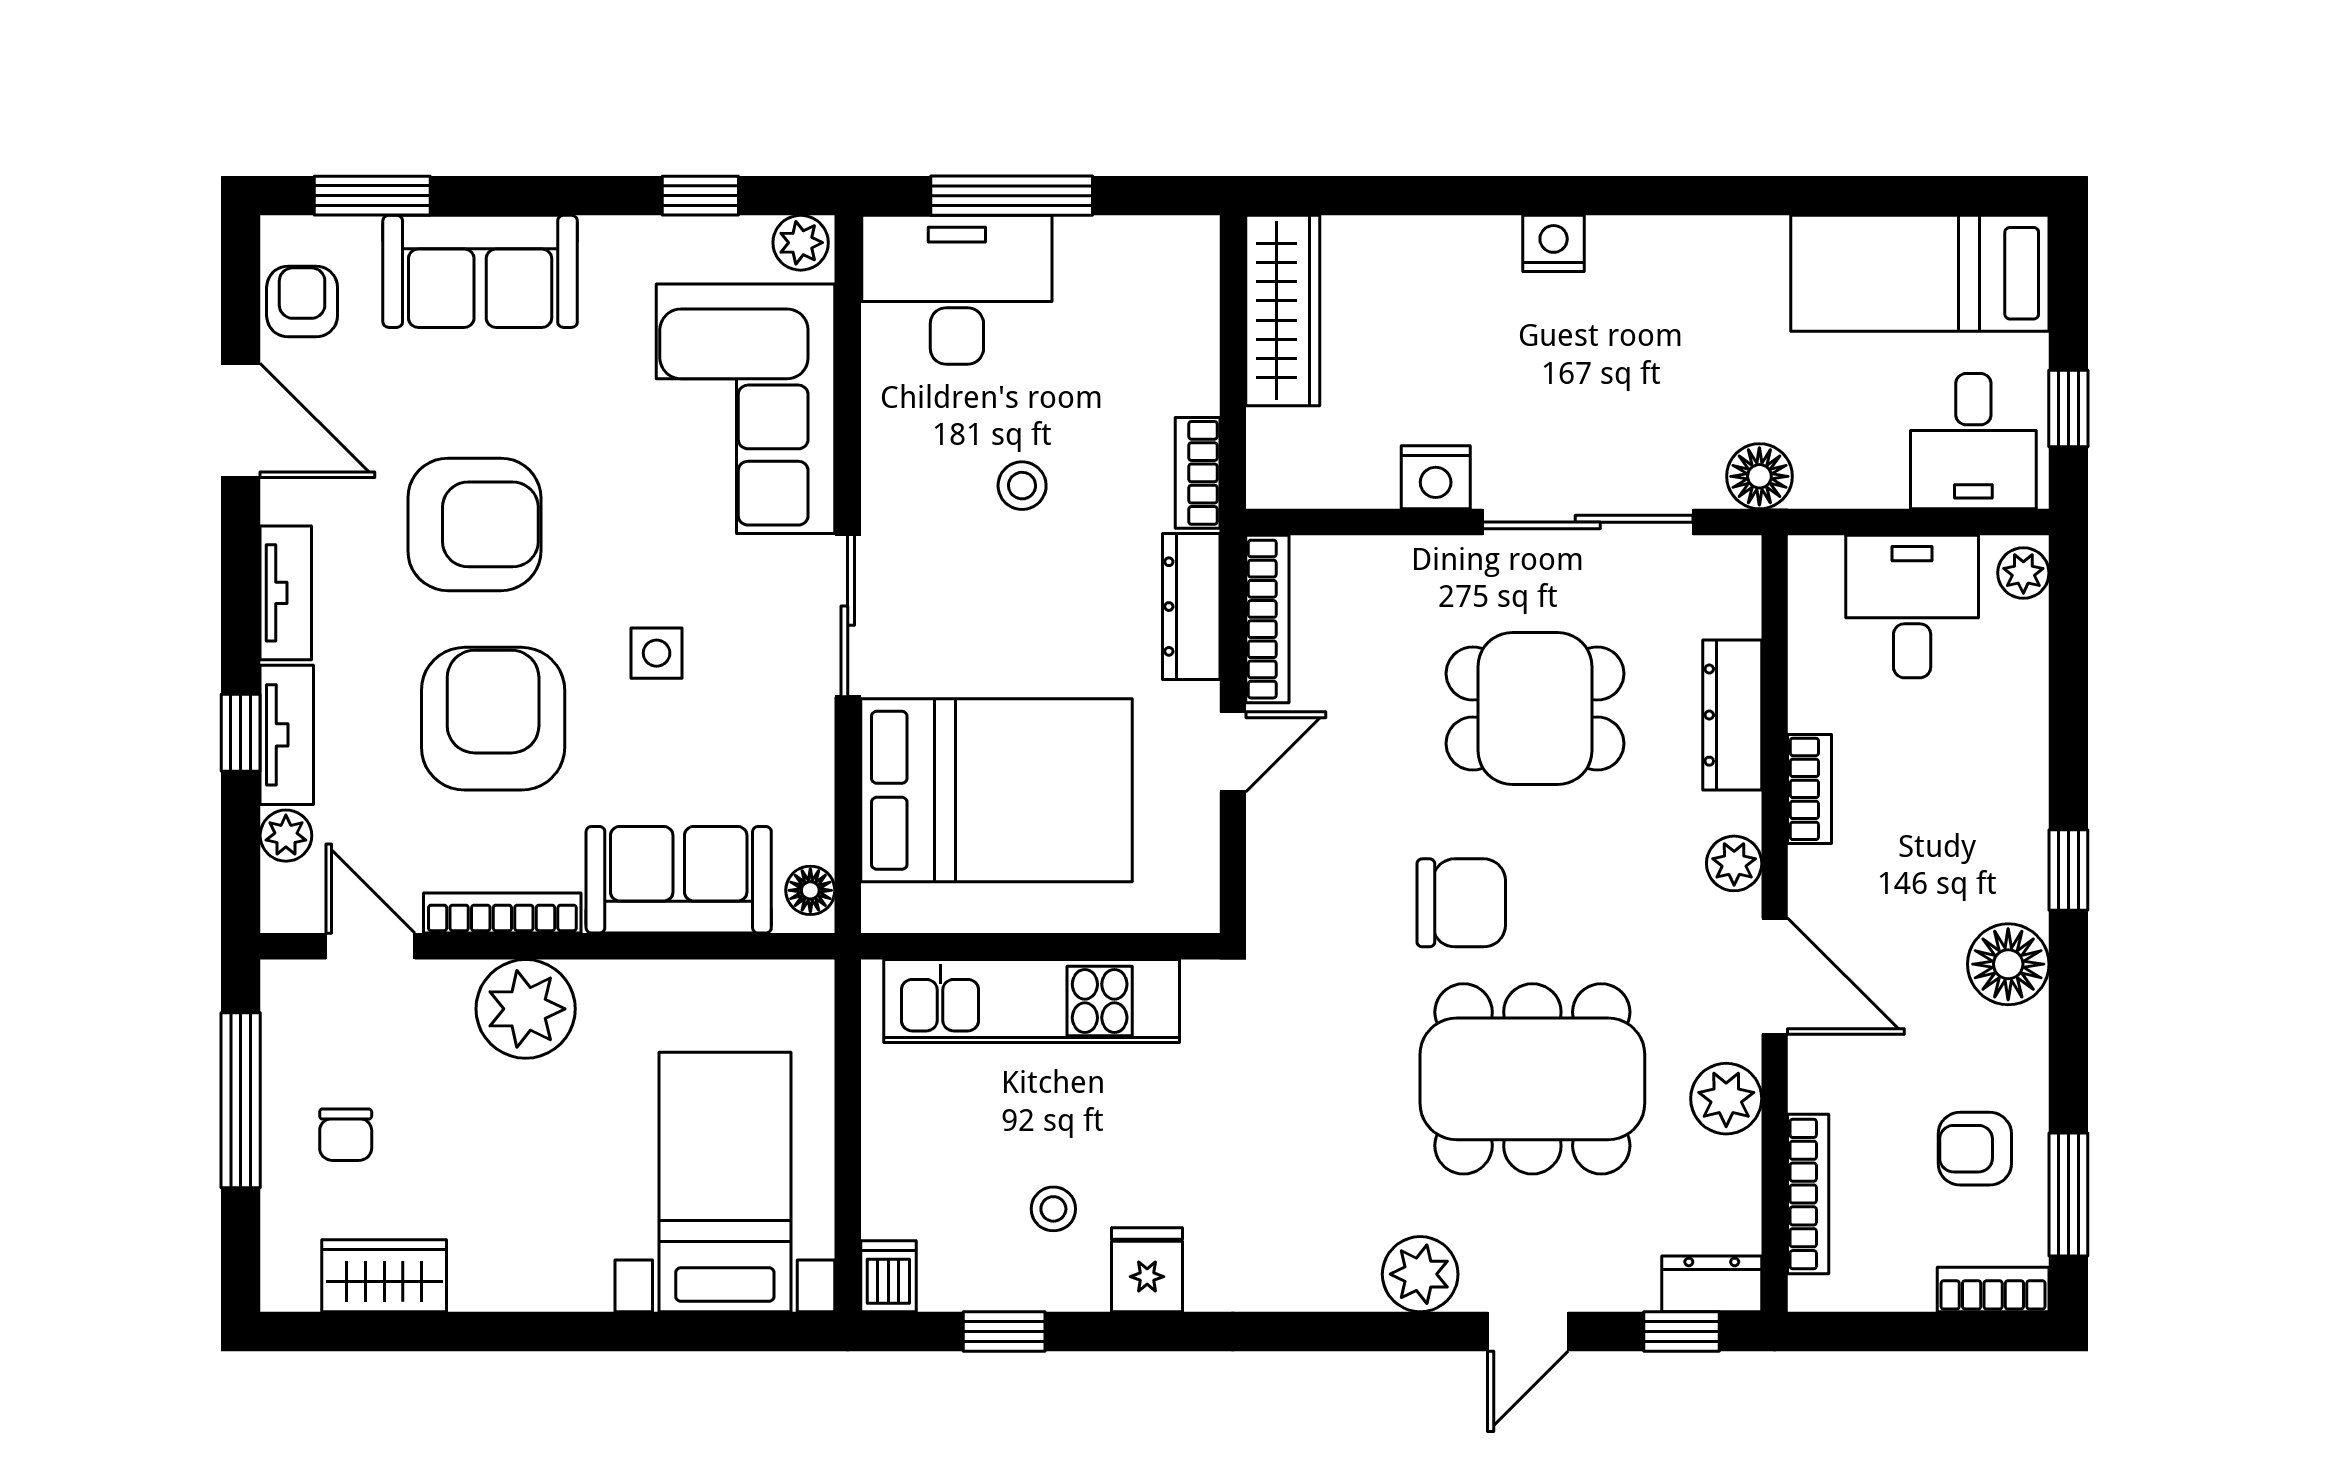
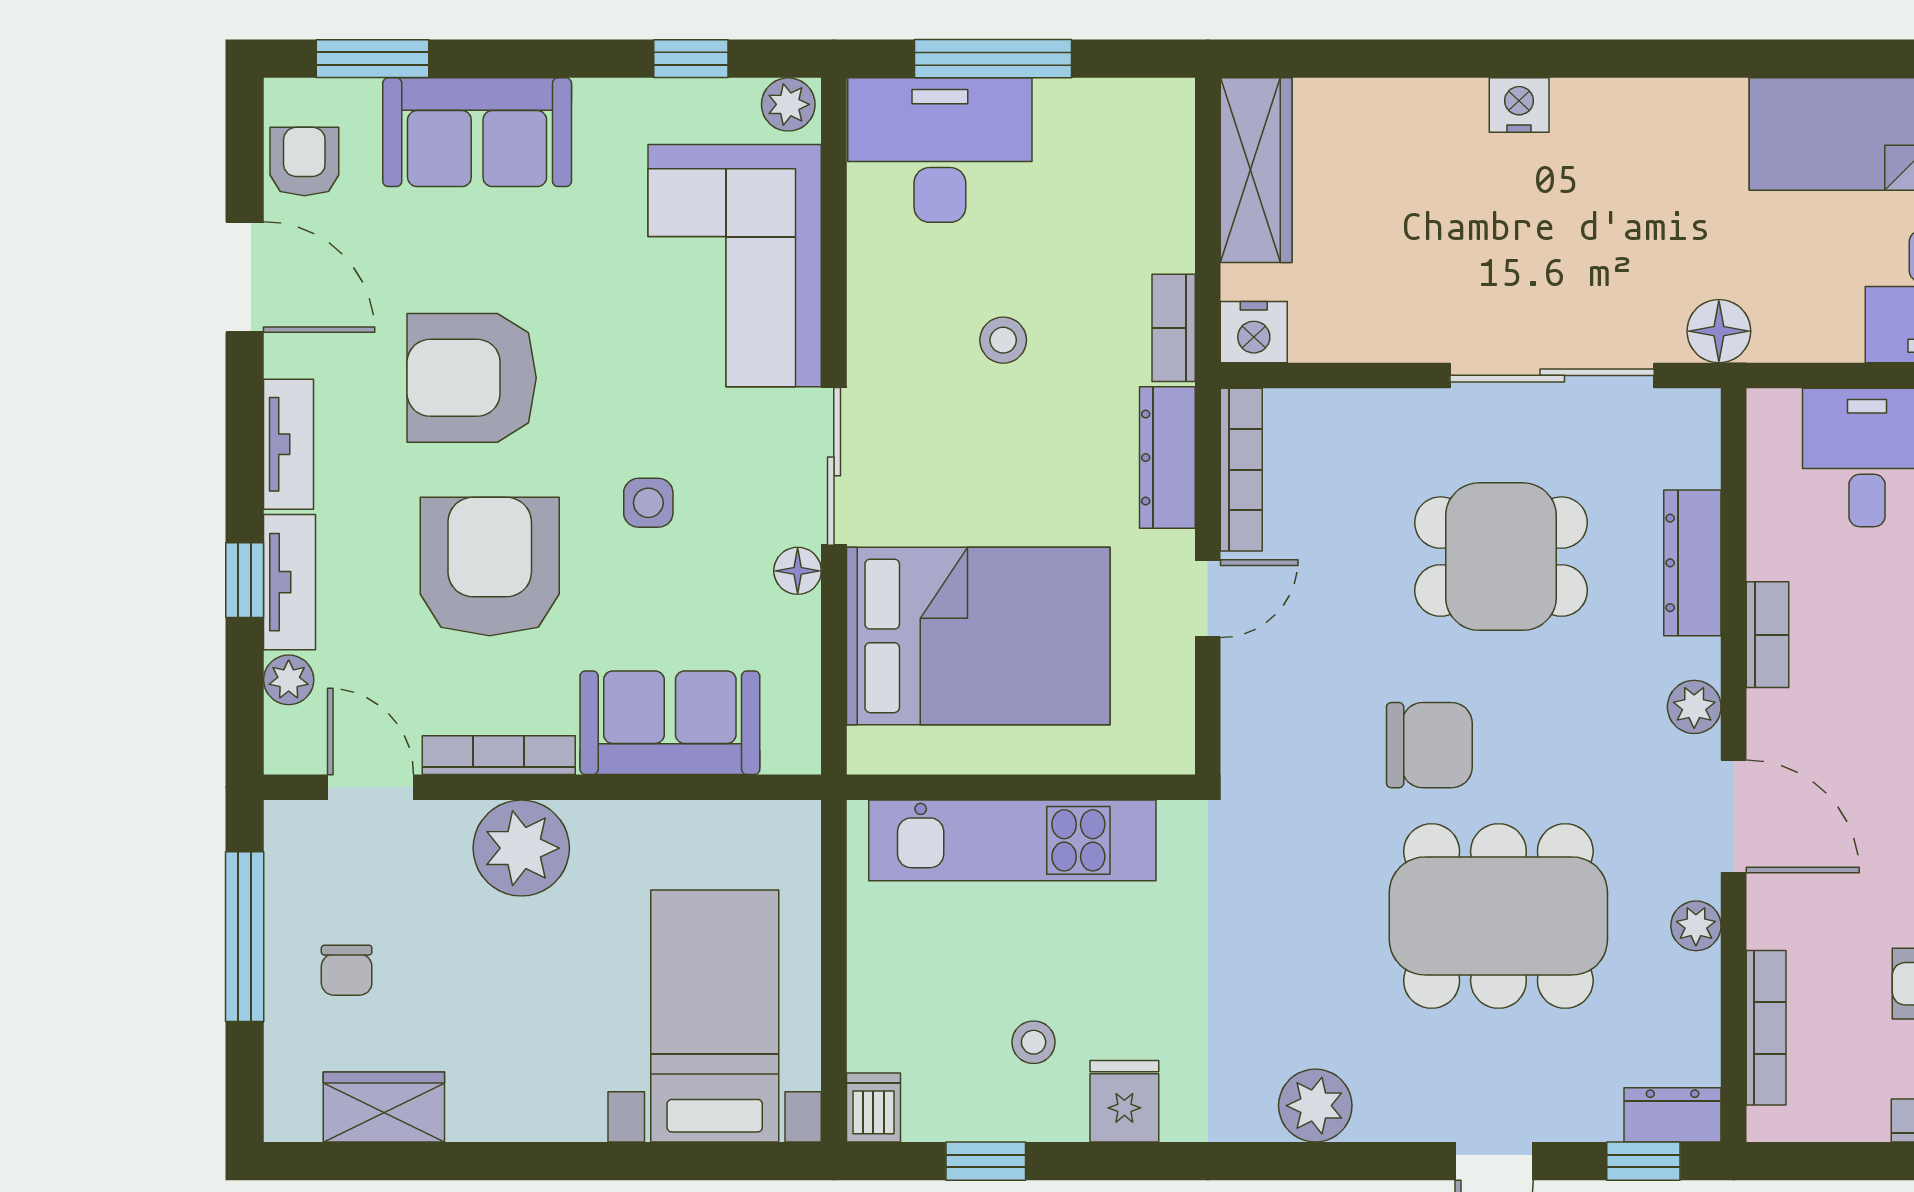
nightstand: (1436, 477) -> (1254, 332), moved
armchair: (474, 524) -> (472, 378), turned 180
floor lamp: (810, 890) -> (798, 571), moved
plant: (1726, 1099) -> (1696, 926), width x0.73, depth x0.73
plant: (1420, 1274) -> (1315, 1106), moved

